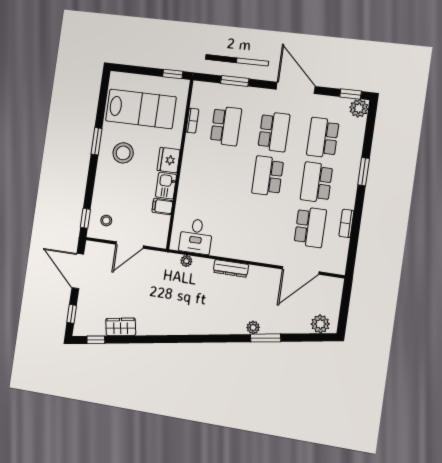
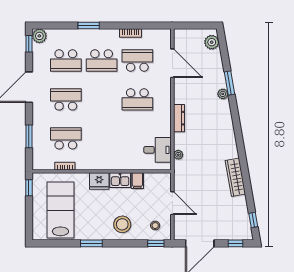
stool: (123, 153) -> (122, 224), moved
school desk: (268, 176) -> (137, 99), moved
wardrobe: (121, 327) -> (235, 177), moved, width x1.50

